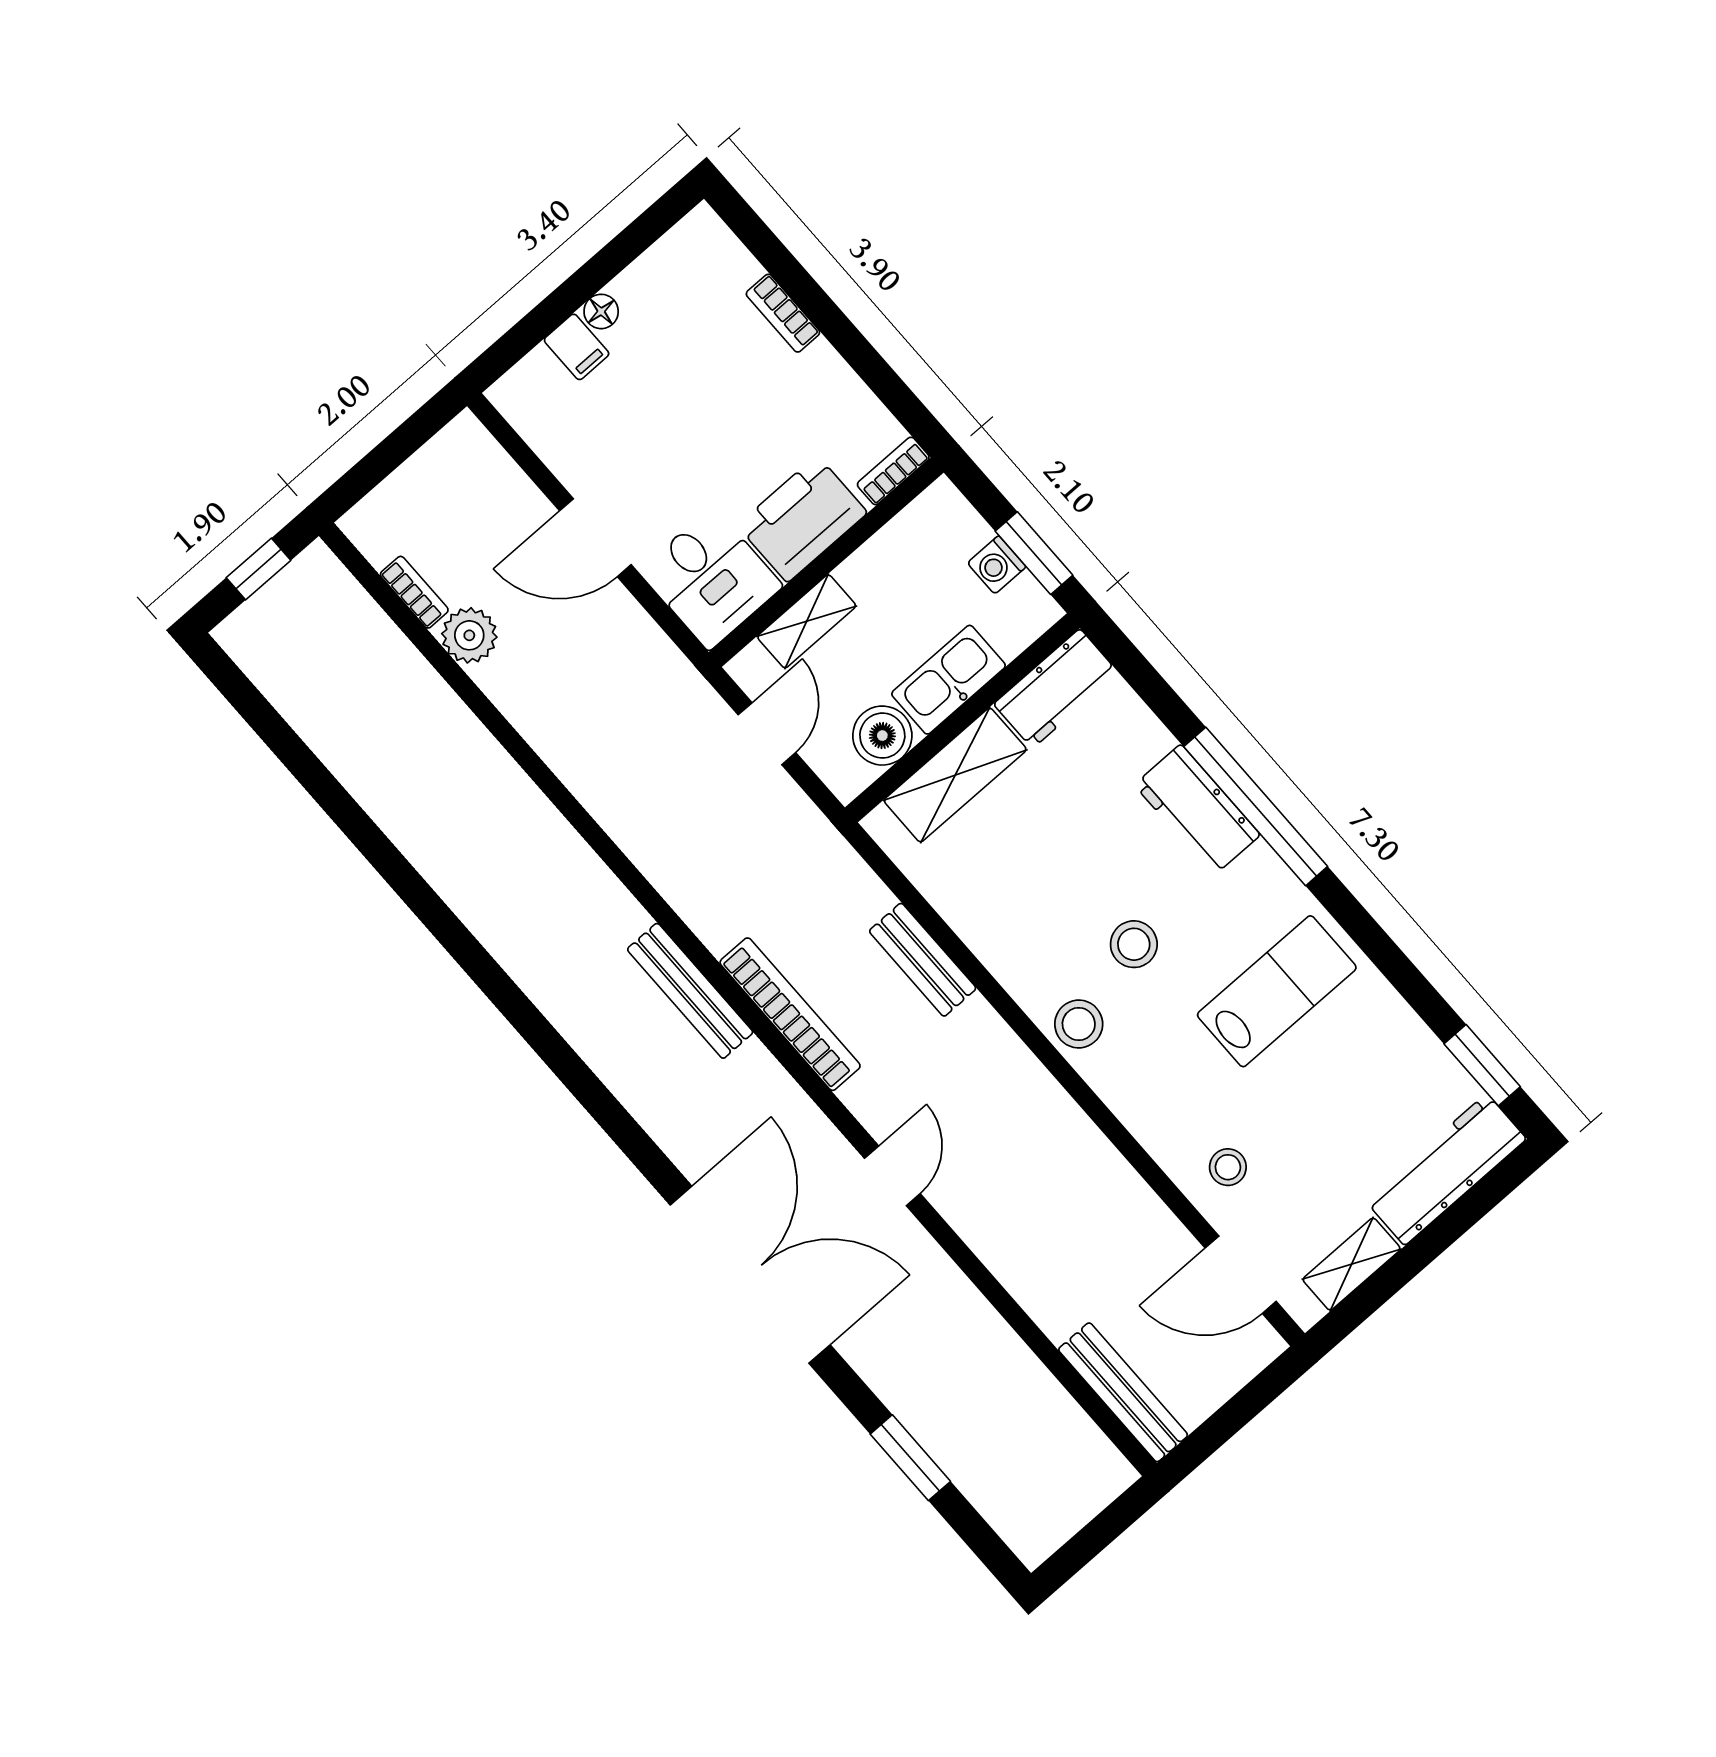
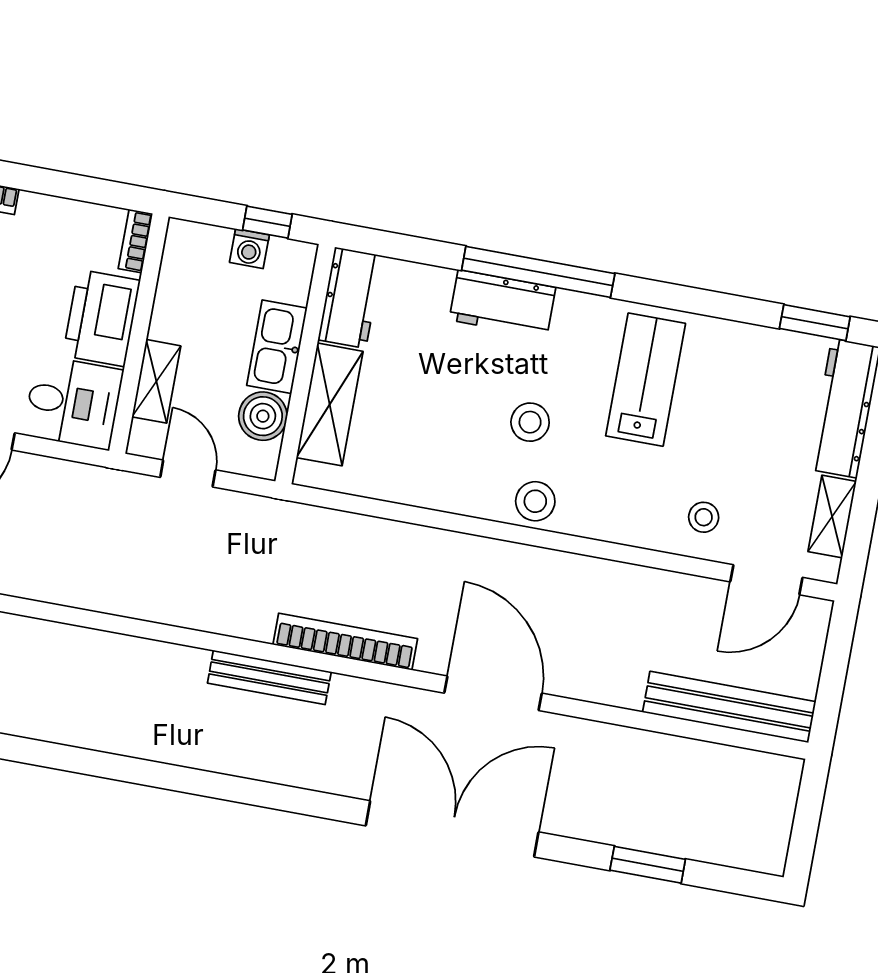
window: (1034, 553) -> (267, 222), width x0.67
bench: (923, 960) -> (403, 539), removed
door: (892, 1176) -> (493, 693), width x1.88
bench: (1123, 1392) -> (729, 707), width x1.37, depth x1.21

